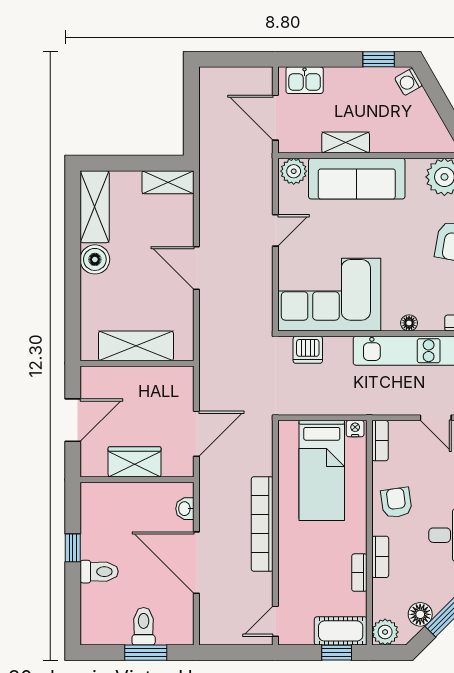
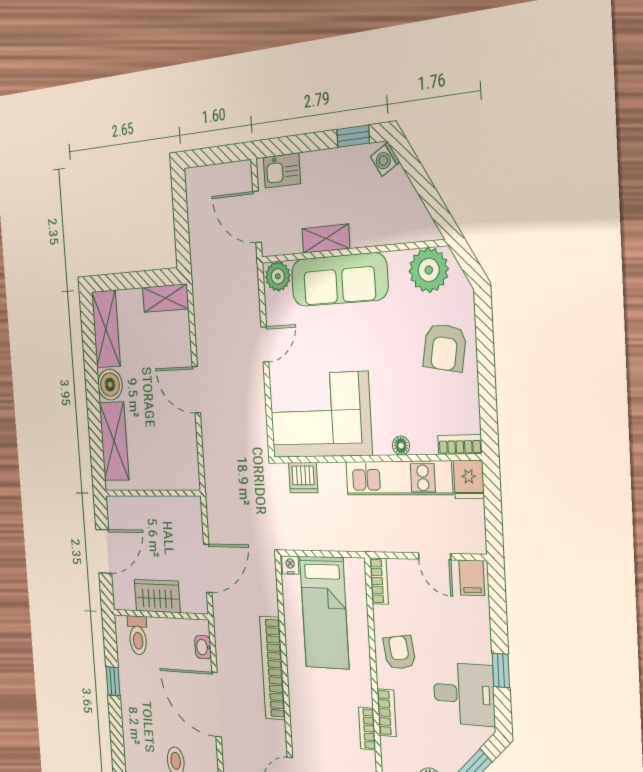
shelving: (136, 346) -> (114, 441), moved, turned 90
nightstand: (355, 429) -> (290, 565), moved
toilet: (99, 572) -> (138, 635), moved, turned 90

